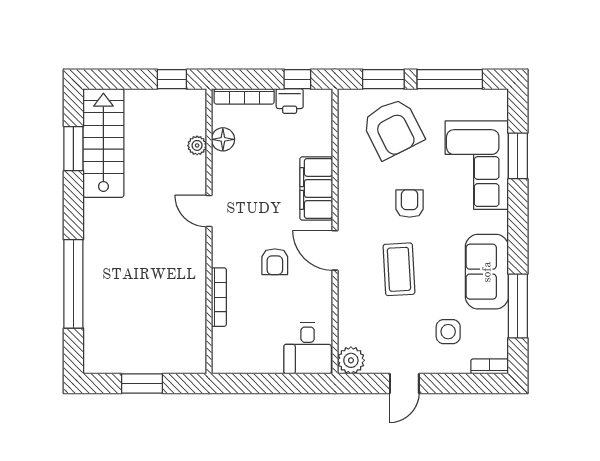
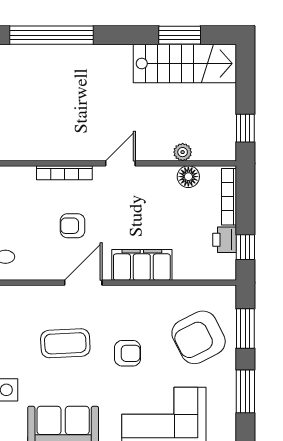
window: (450, 79) -> (245, 391), width x0.69
bookcase: (219, 297) -> (64, 173), moved

